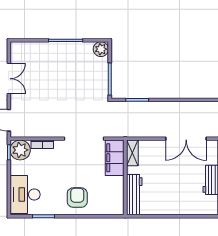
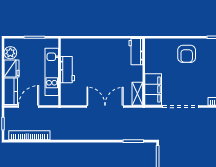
double door: (186, 139) -> (105, 106), moved
workbench: (134, 195) -> (136, 52), width x0.73

